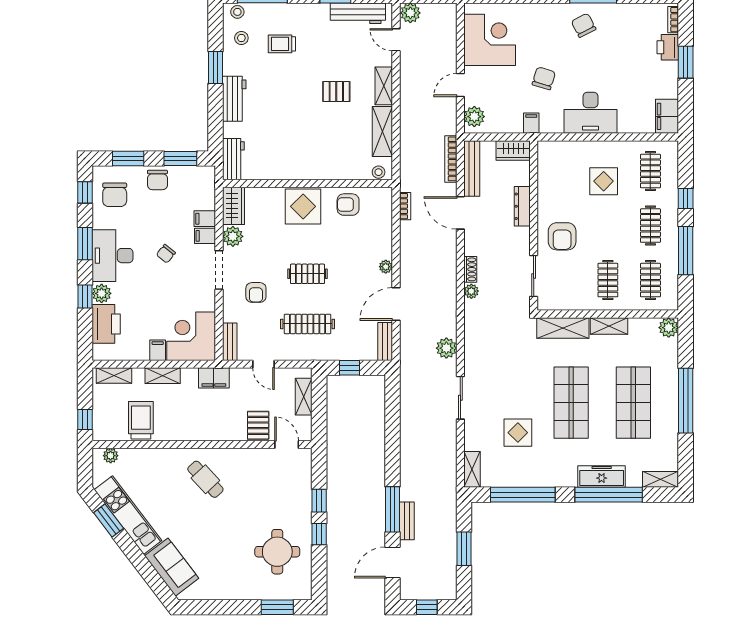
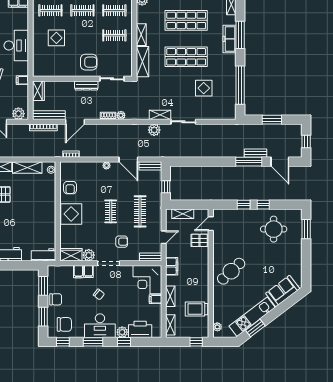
dresser: (522, 206) -> (86, 85), moved
shelving: (472, 469) -> (160, 115), moved
cafe table: (205, 479) -> (231, 271), width x1.37, depth x1.35
window: (609, 495) -> (240, 35), width x0.68

